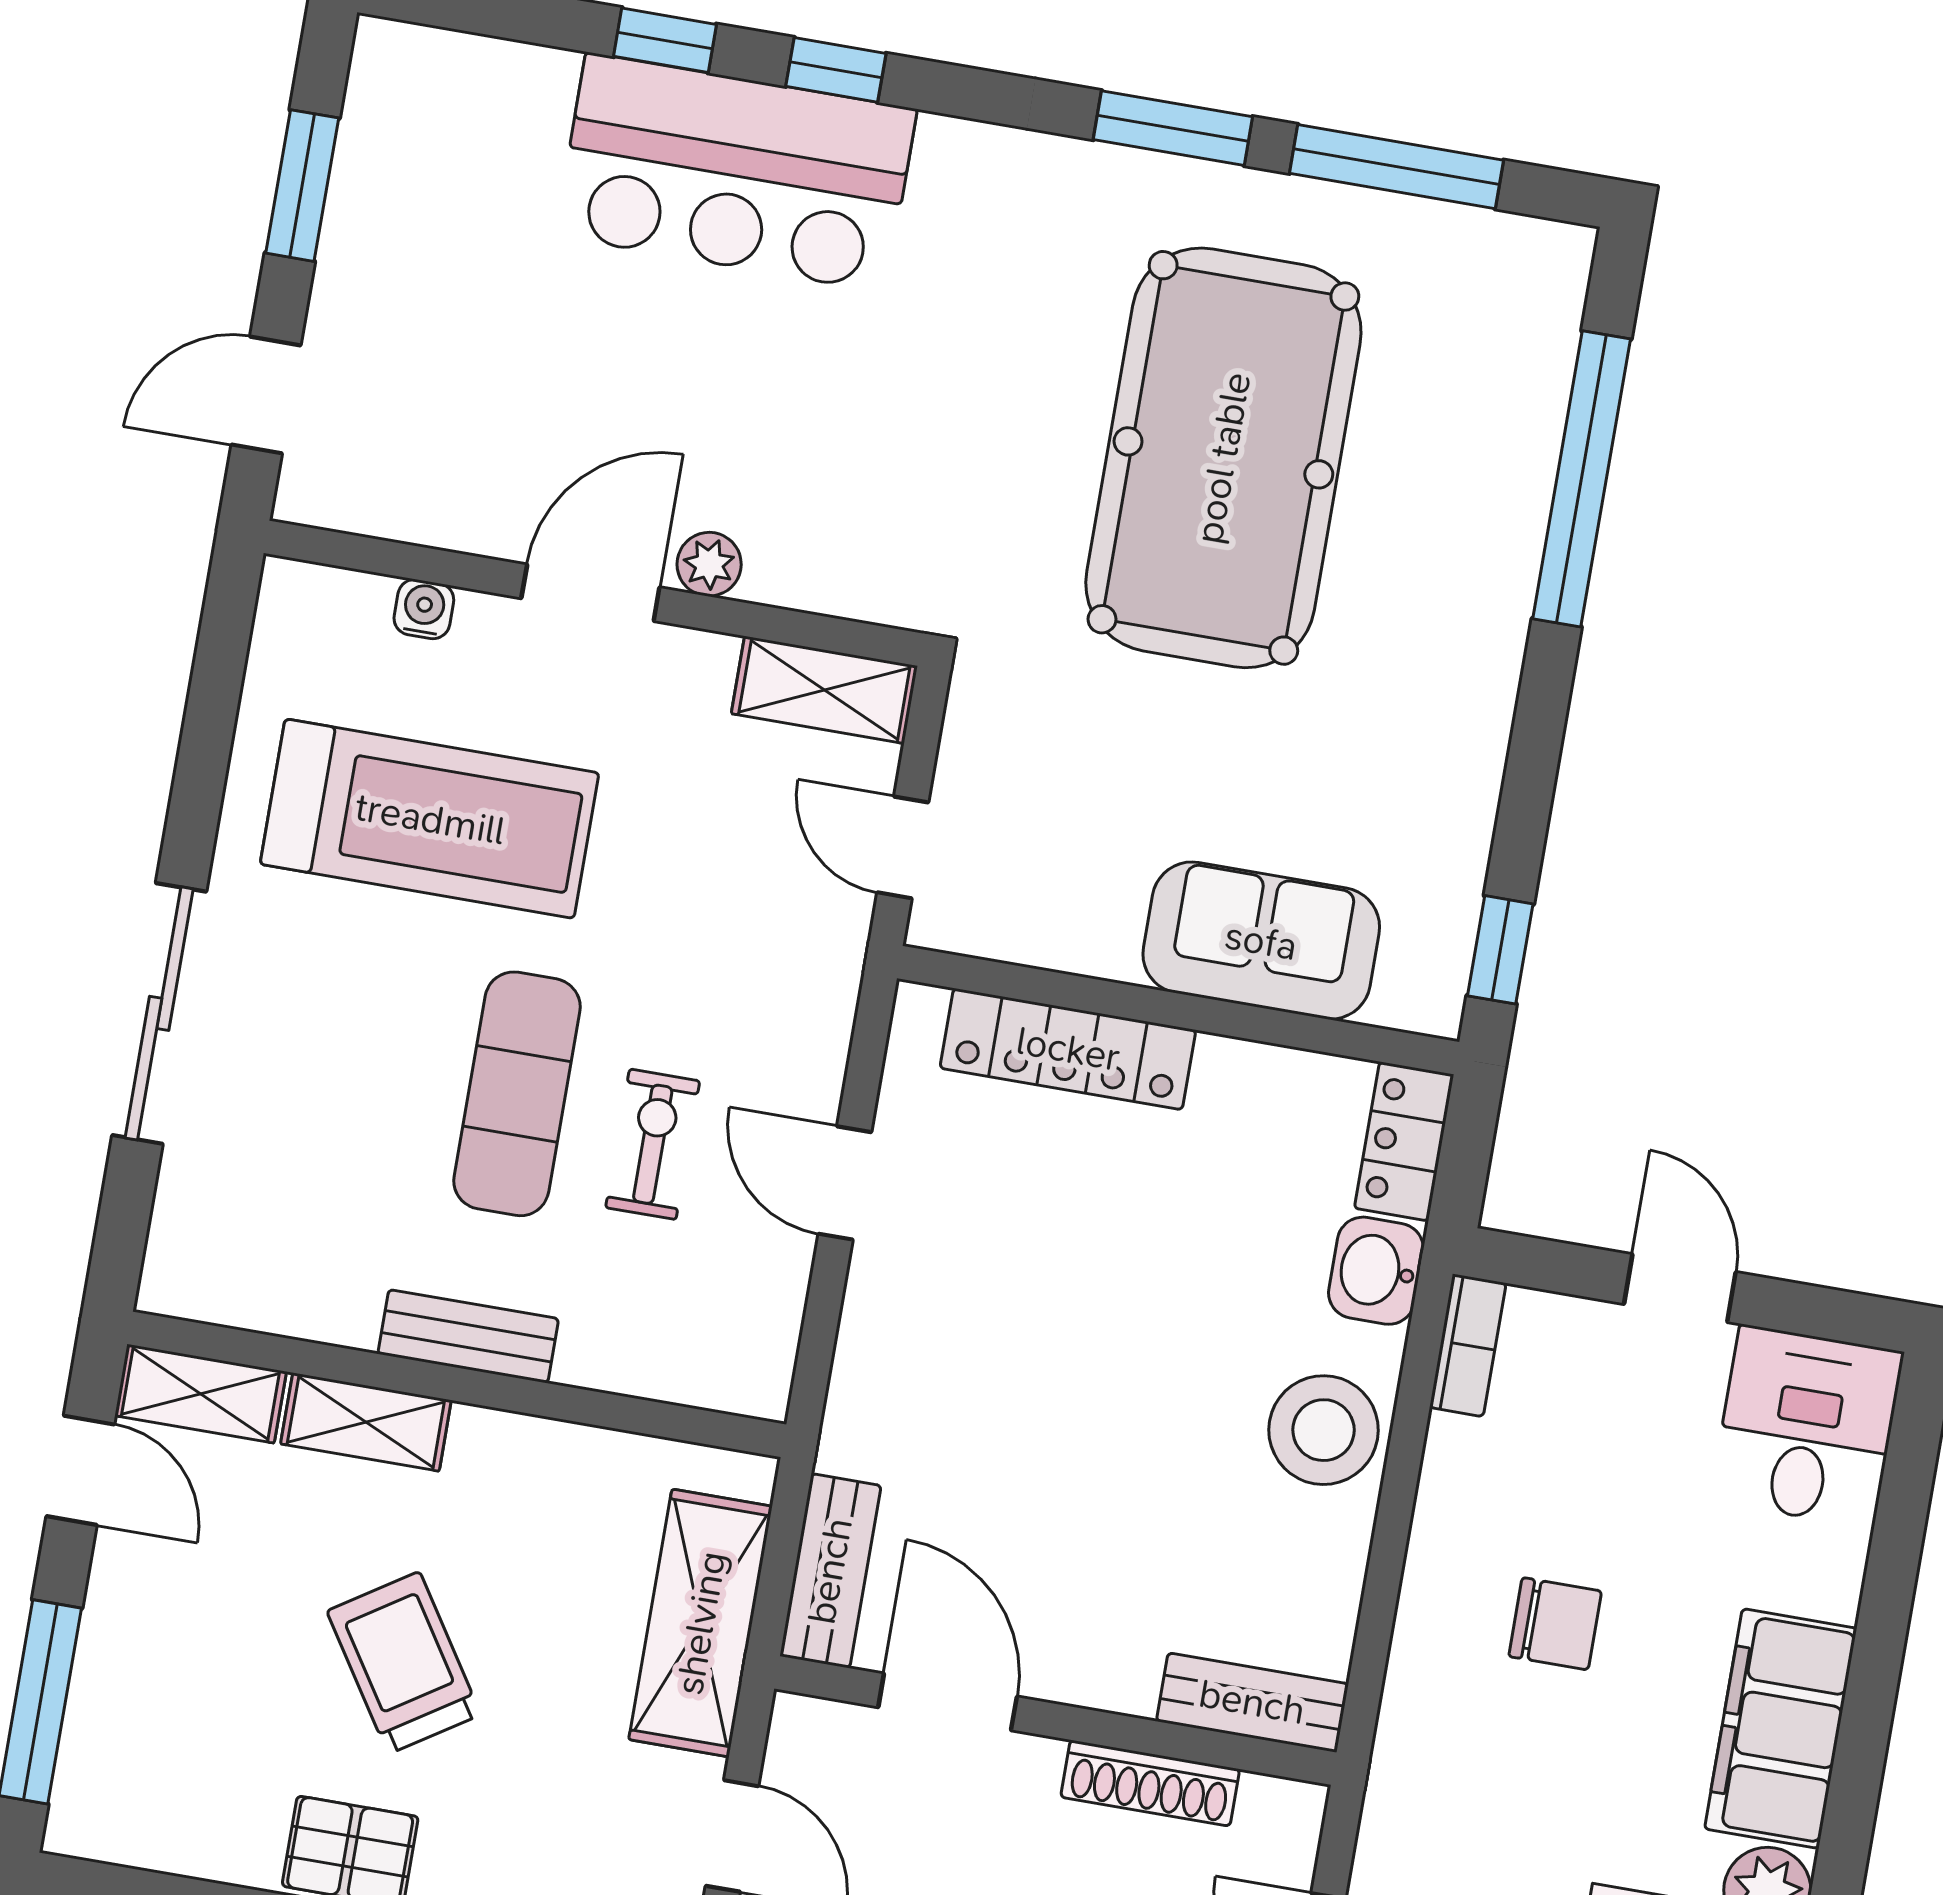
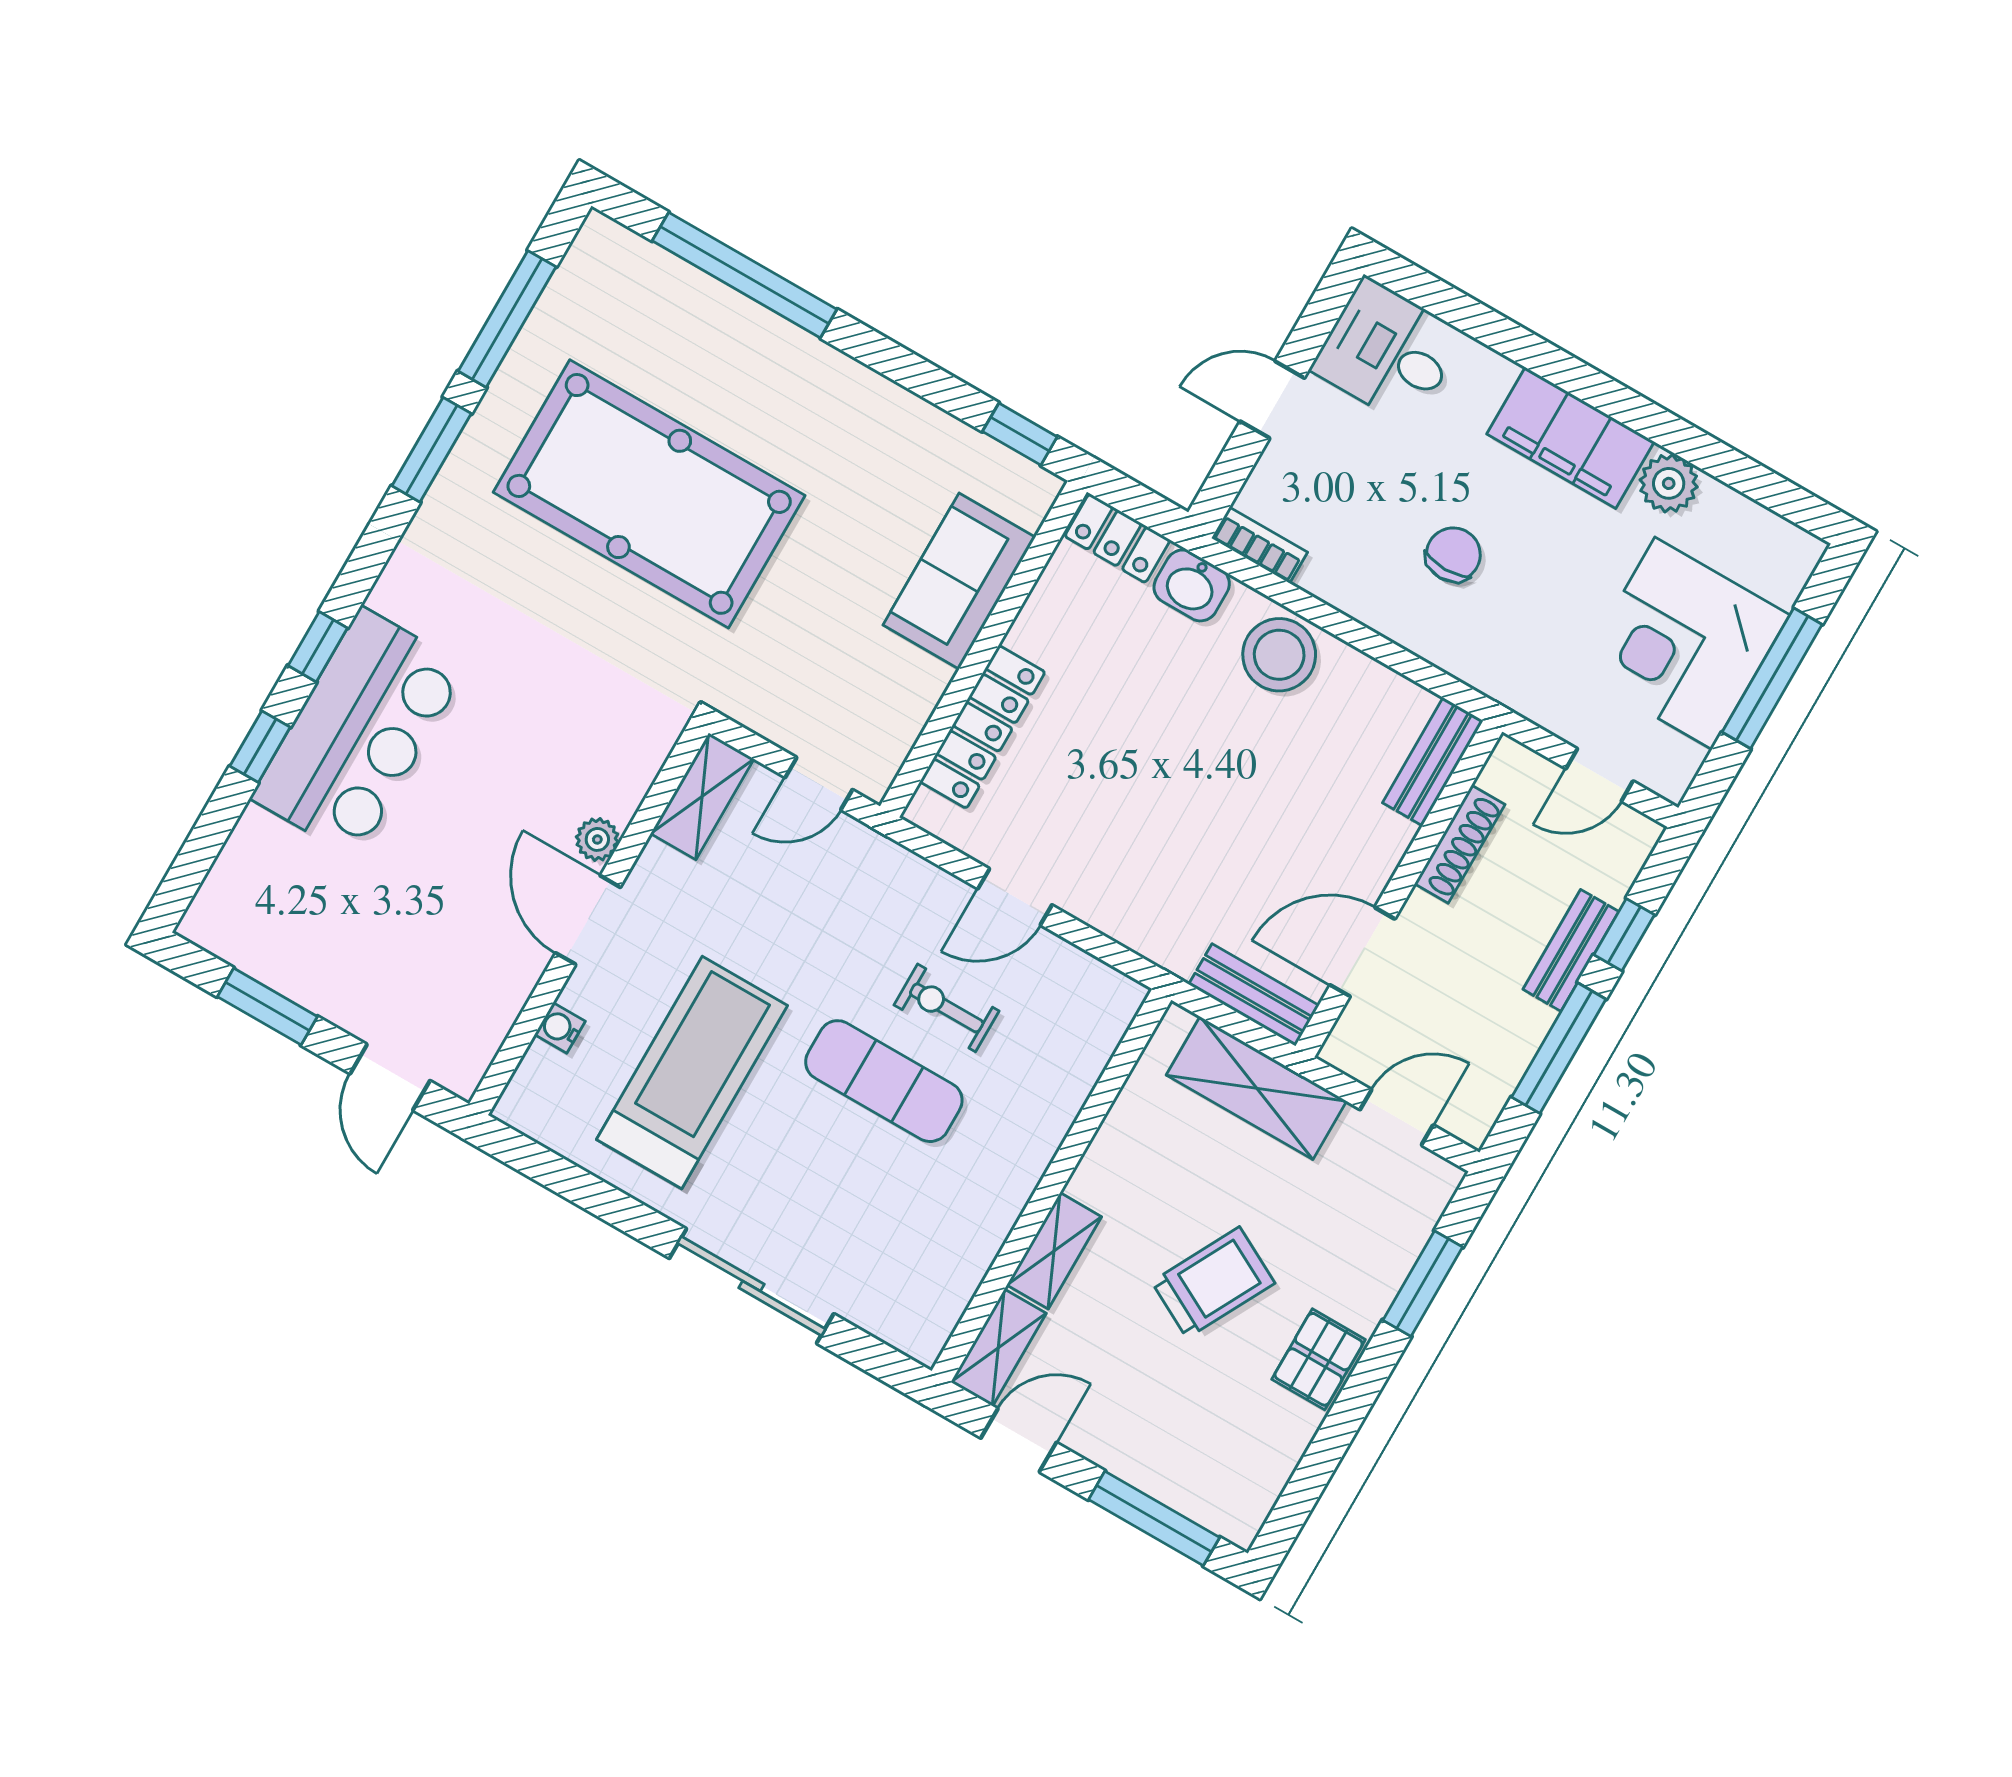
bench: (468, 1336) -> (1024, 1167), removed
trolley: (404, 1663) -> (1213, 1282), turned 151

